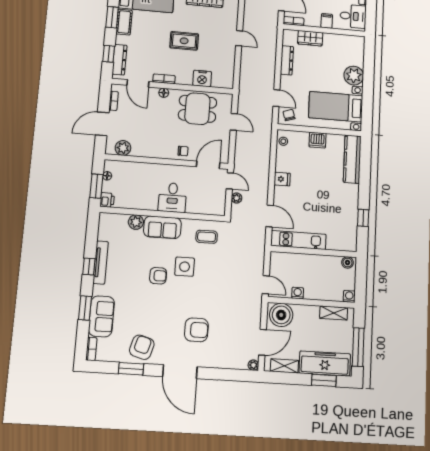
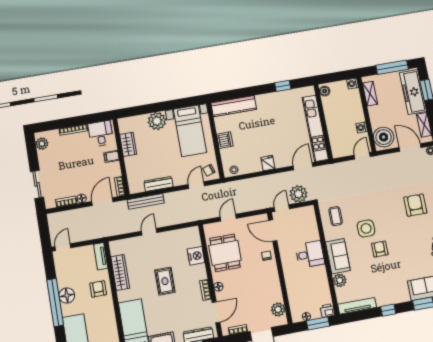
wardrobe: (310, 38) -> (128, 144), moved
bench: (272, 43) -> (146, 201), added
plant: (237, 198) -> (298, 194), width x1.87, depth x1.87
kitchen unit: (298, 240) -> (315, 128), width x1.36
tv unit: (101, 262) -> (357, 306), moved

